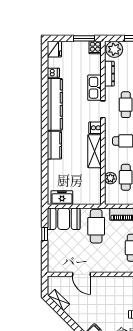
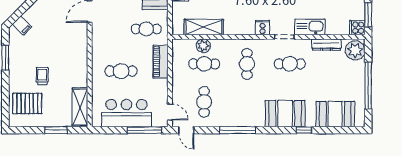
shelving: (95, 151) -> (204, 27), moved
cafe table: (96, 226) -> (146, 29), width x0.73, depth x0.74

